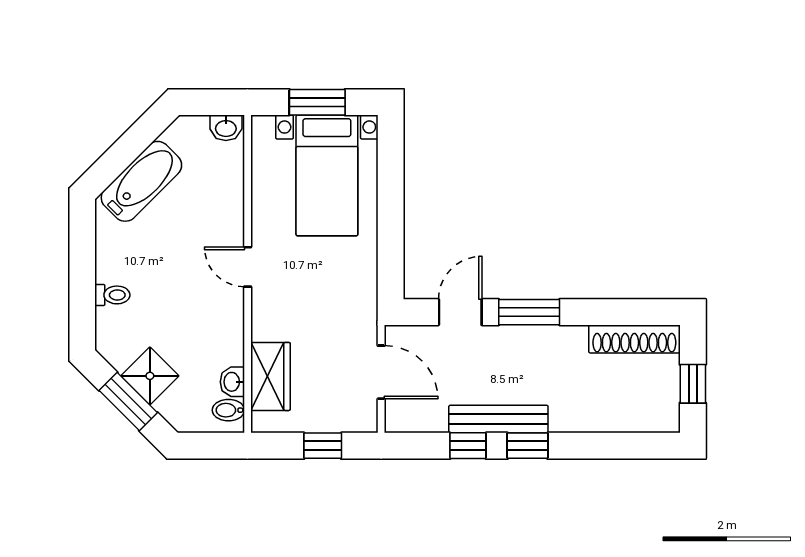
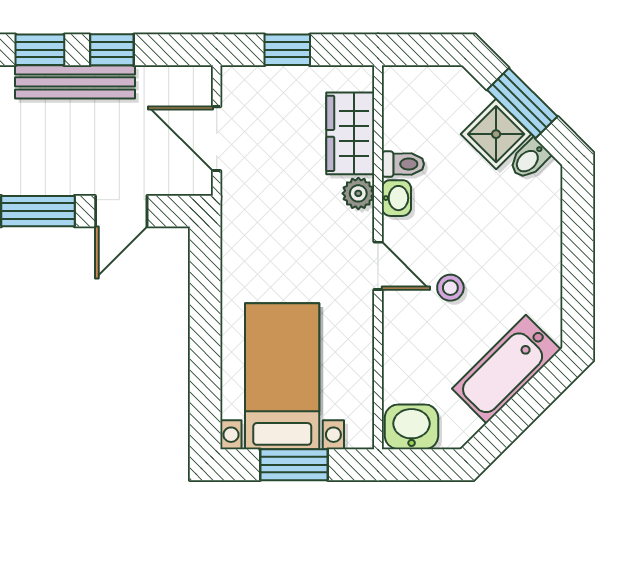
washbasin: (226, 128) -> (412, 427), width x1.38, depth x1.45
stool: (188, 249) -> (450, 288), added
toilet: (112, 295) -> (403, 164), moved, turned 180
plant: (264, 327) -> (358, 193), added
washbasin: (232, 382) -> (396, 198), moved
bidet: (228, 410) -> (529, 159), moved, turned 135

